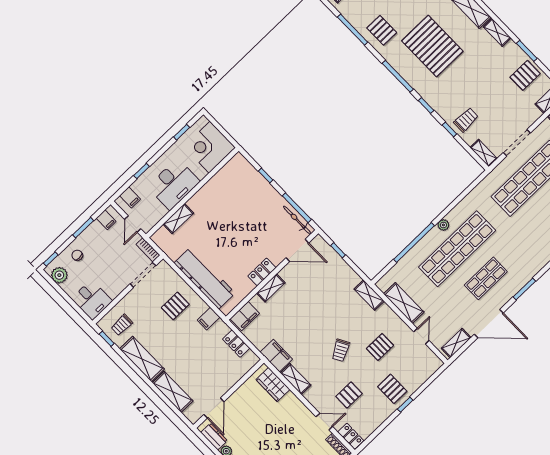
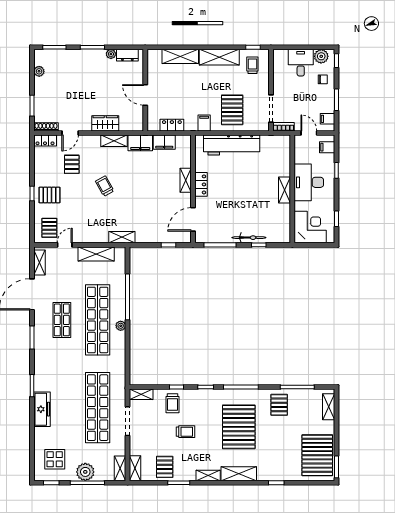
pallet: (382, 30) -> (279, 405), turned 90
pallet: (432, 46) -> (239, 427), turned 90
trolley: (479, 86) -> (185, 432), added
shelving: (178, 219) -> (285, 190), moved
bicycle: (297, 220) -> (249, 238), moved
desk: (92, 300) -> (301, 63), moved, turned 90
pallet: (175, 306) -> (232, 110), width x1.50, depth x1.42
filing cabinet: (245, 316) -> (164, 142), moved, turned -90
door: (421, 336) -> (65, 245), swing flipped
pallet: (380, 347) -> (49, 228), moved
wardrobe: (273, 385) -> (105, 123), moved
door: (214, 408) -> (145, 95), moved

